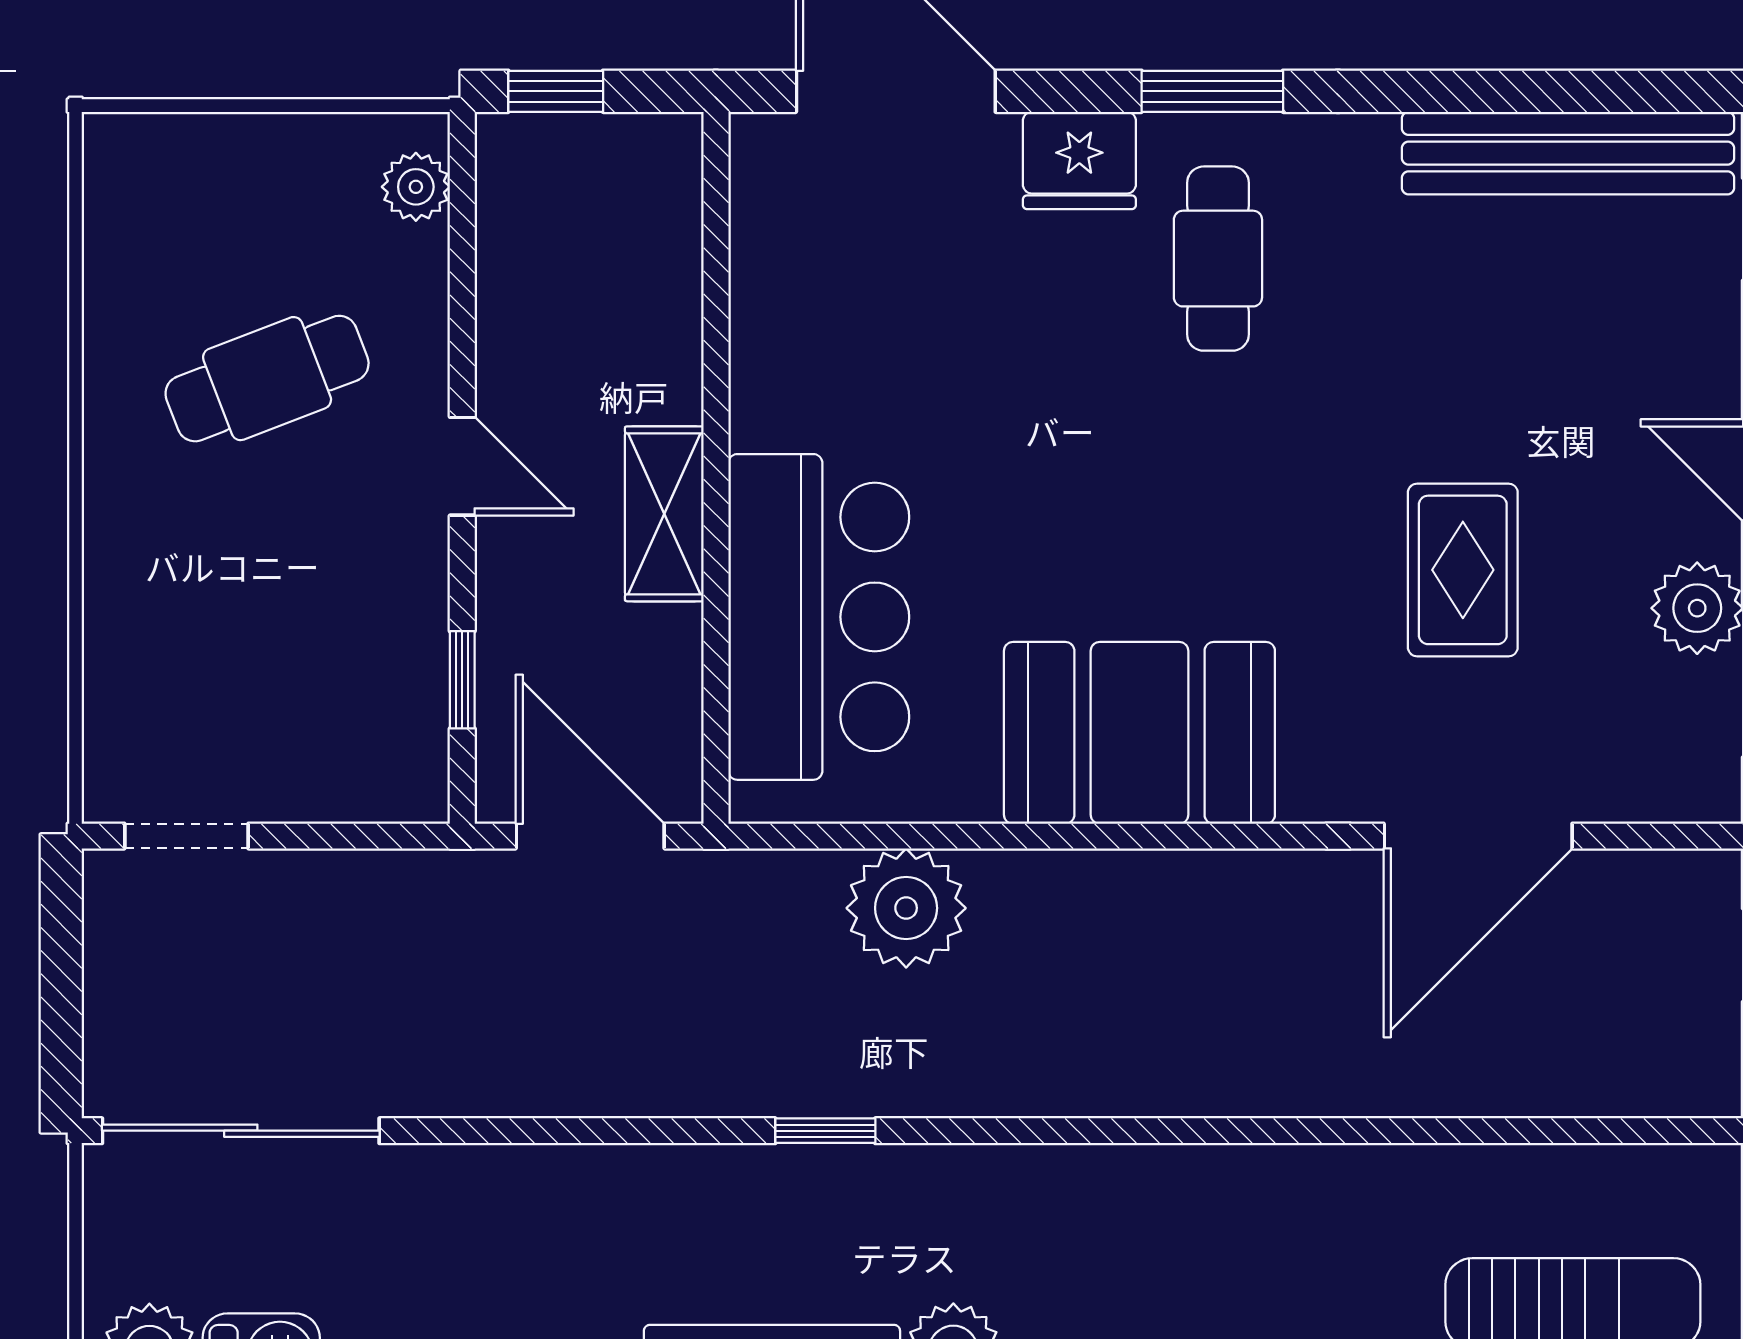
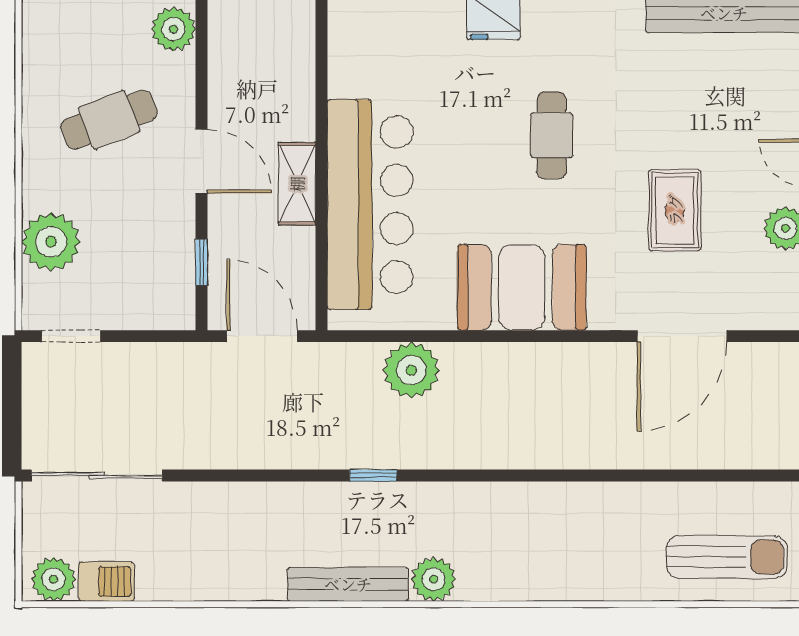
plant: (416, 187) -> (173, 29), width x1.38, depth x1.38
cafe table: (1218, 259) -> (552, 135), moved
door: (462, 466) -> (201, 161), width x1.38
bar counter: (819, 617) -> (370, 204), width x1.36
plant: (144, 636) -> (51, 242), added

